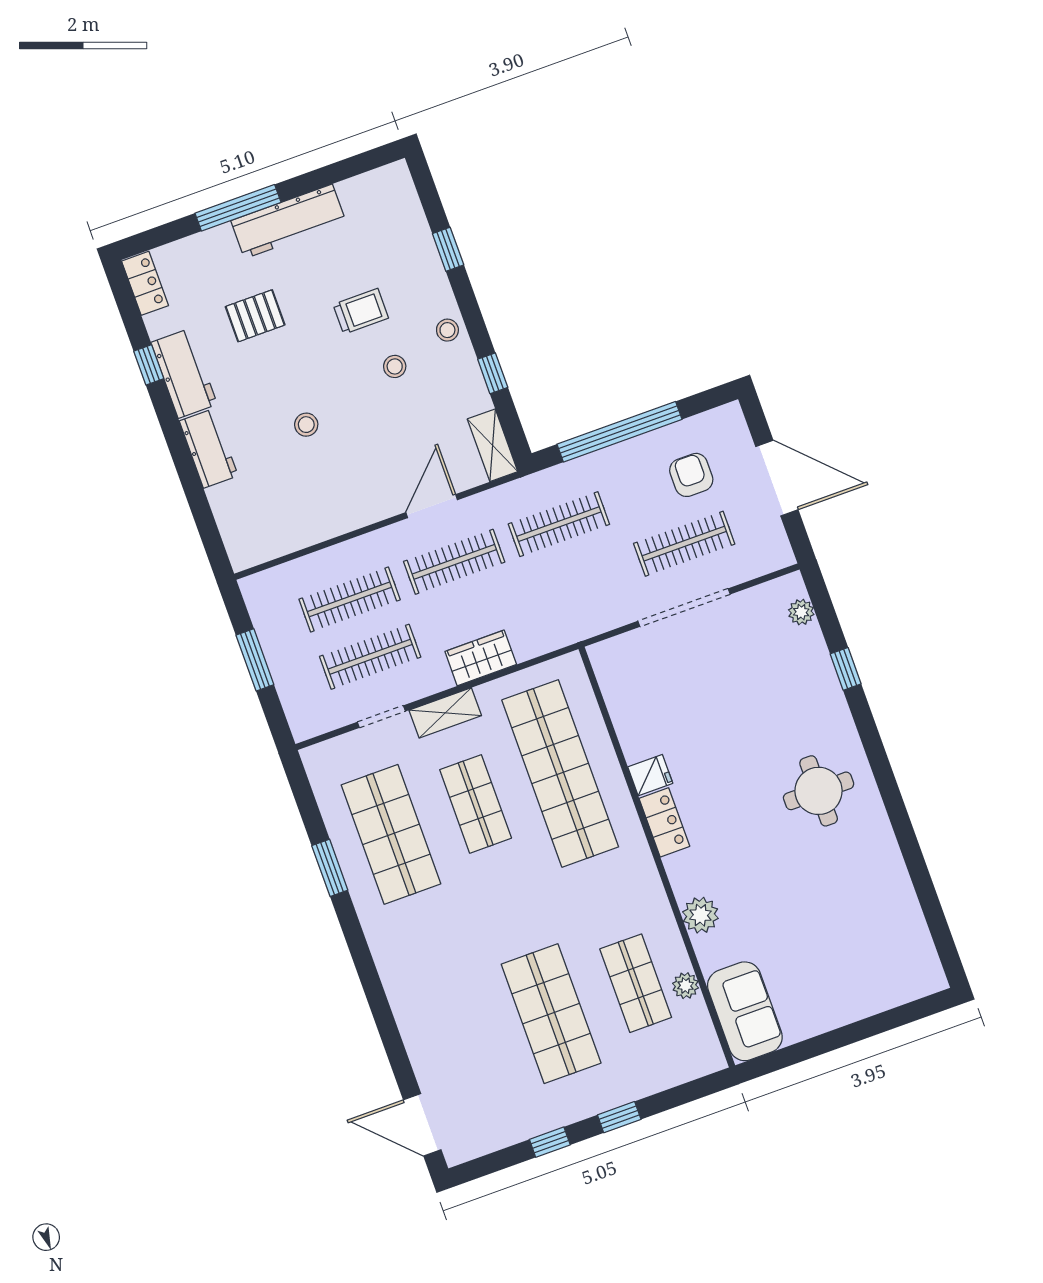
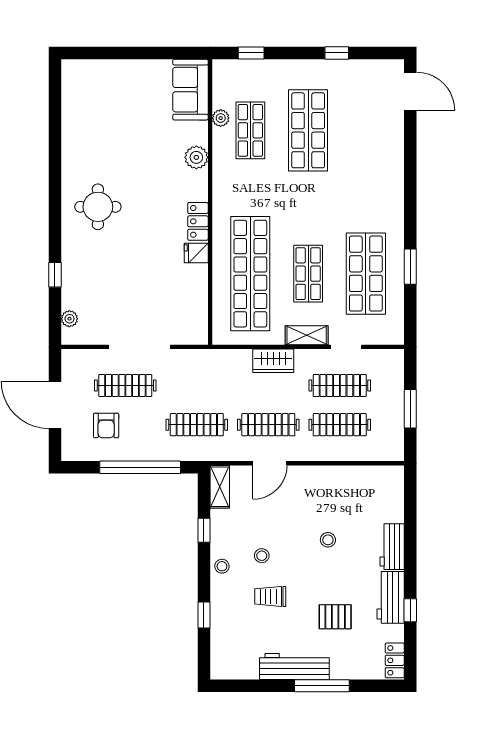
window: (619, 1117) -> (251, 53), moved

